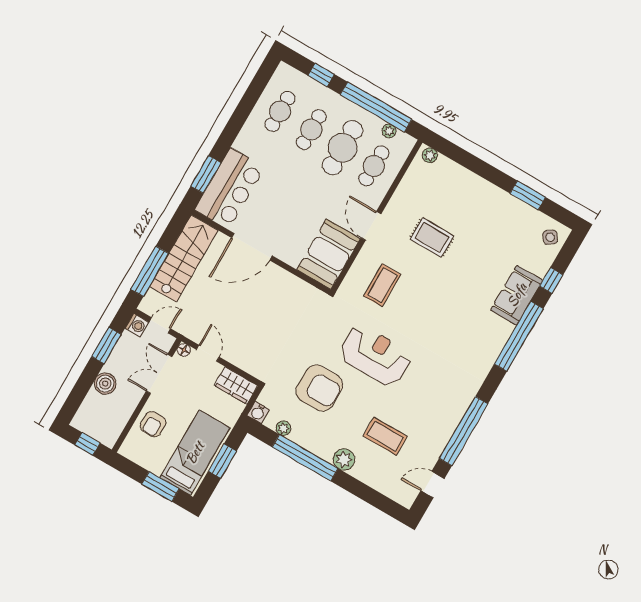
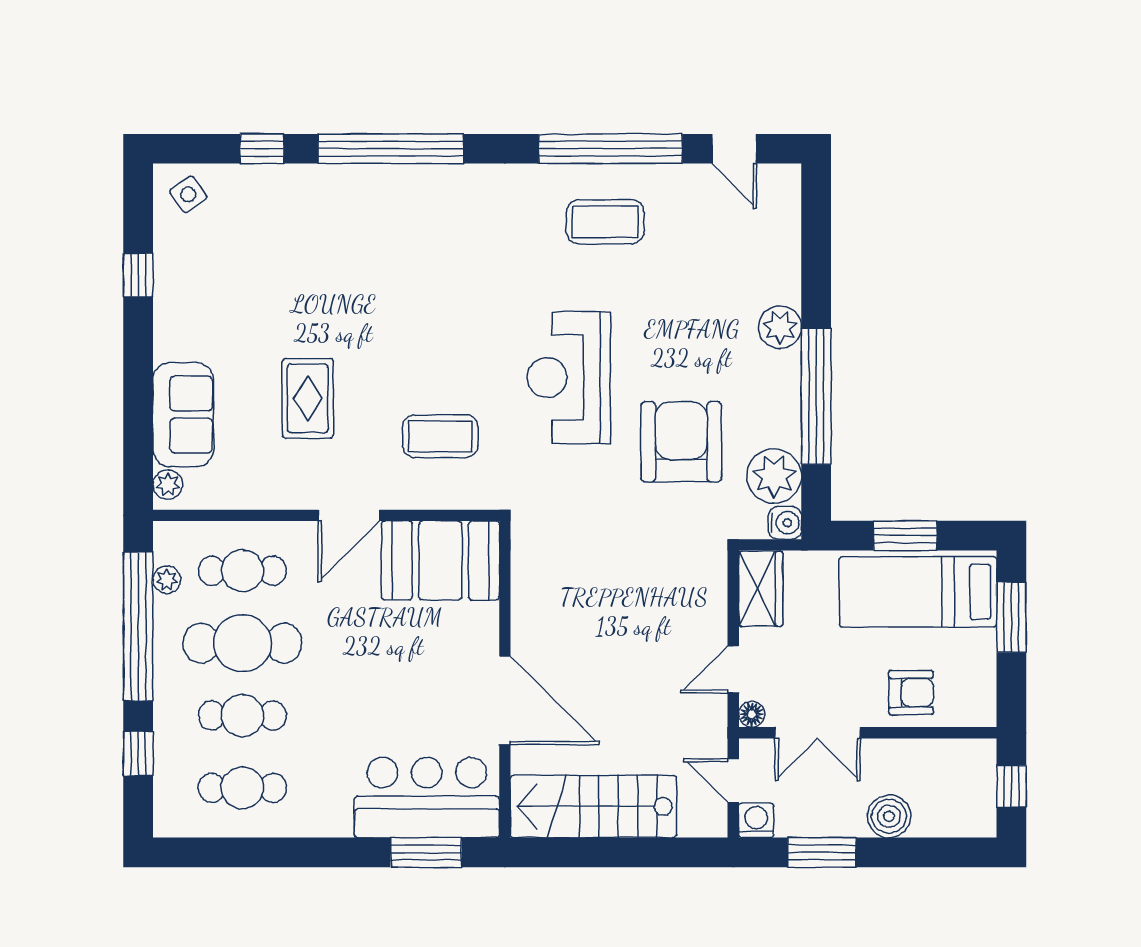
window: (528, 195) -> (138, 275), width x0.67
window: (150, 271) -> (650, 852), removed
sofa: (517, 295) -> (183, 414), moved, turned -90
plant: (283, 428) -> (774, 476), width x1.87, depth x1.87
coffee table: (385, 436) -> (605, 222), moved, turned 90

